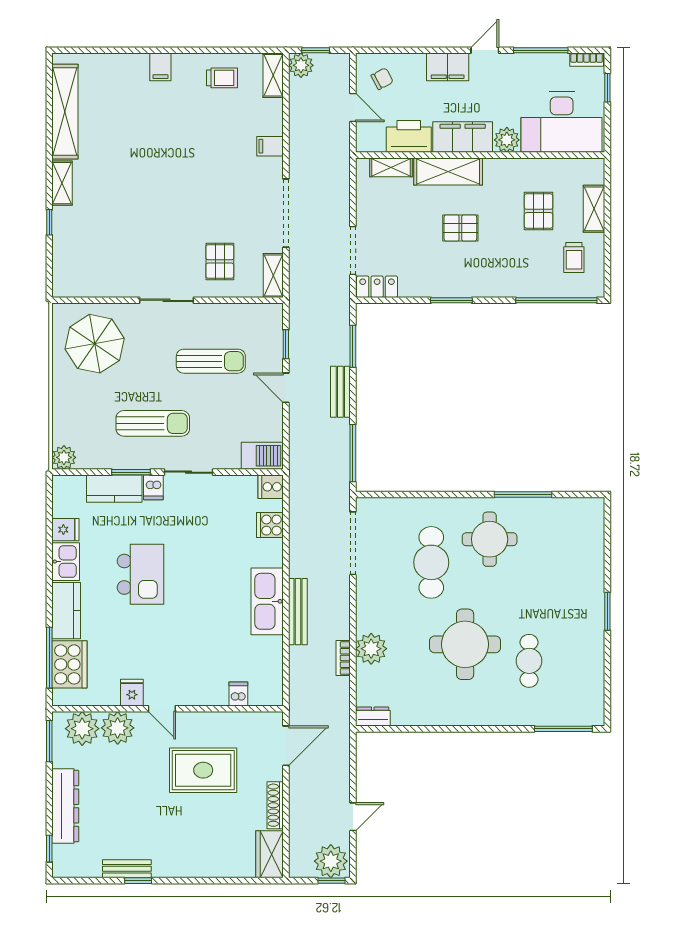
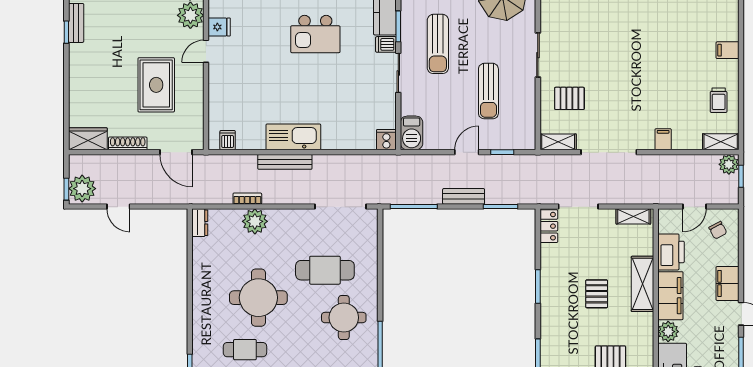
shelving: (391, 167) -> (633, 216), moved, turned 90
cooker: (270, 525) -> (355, 139), removed
dishwasher: (238, 694) -> (228, 140), moved, turned -90

